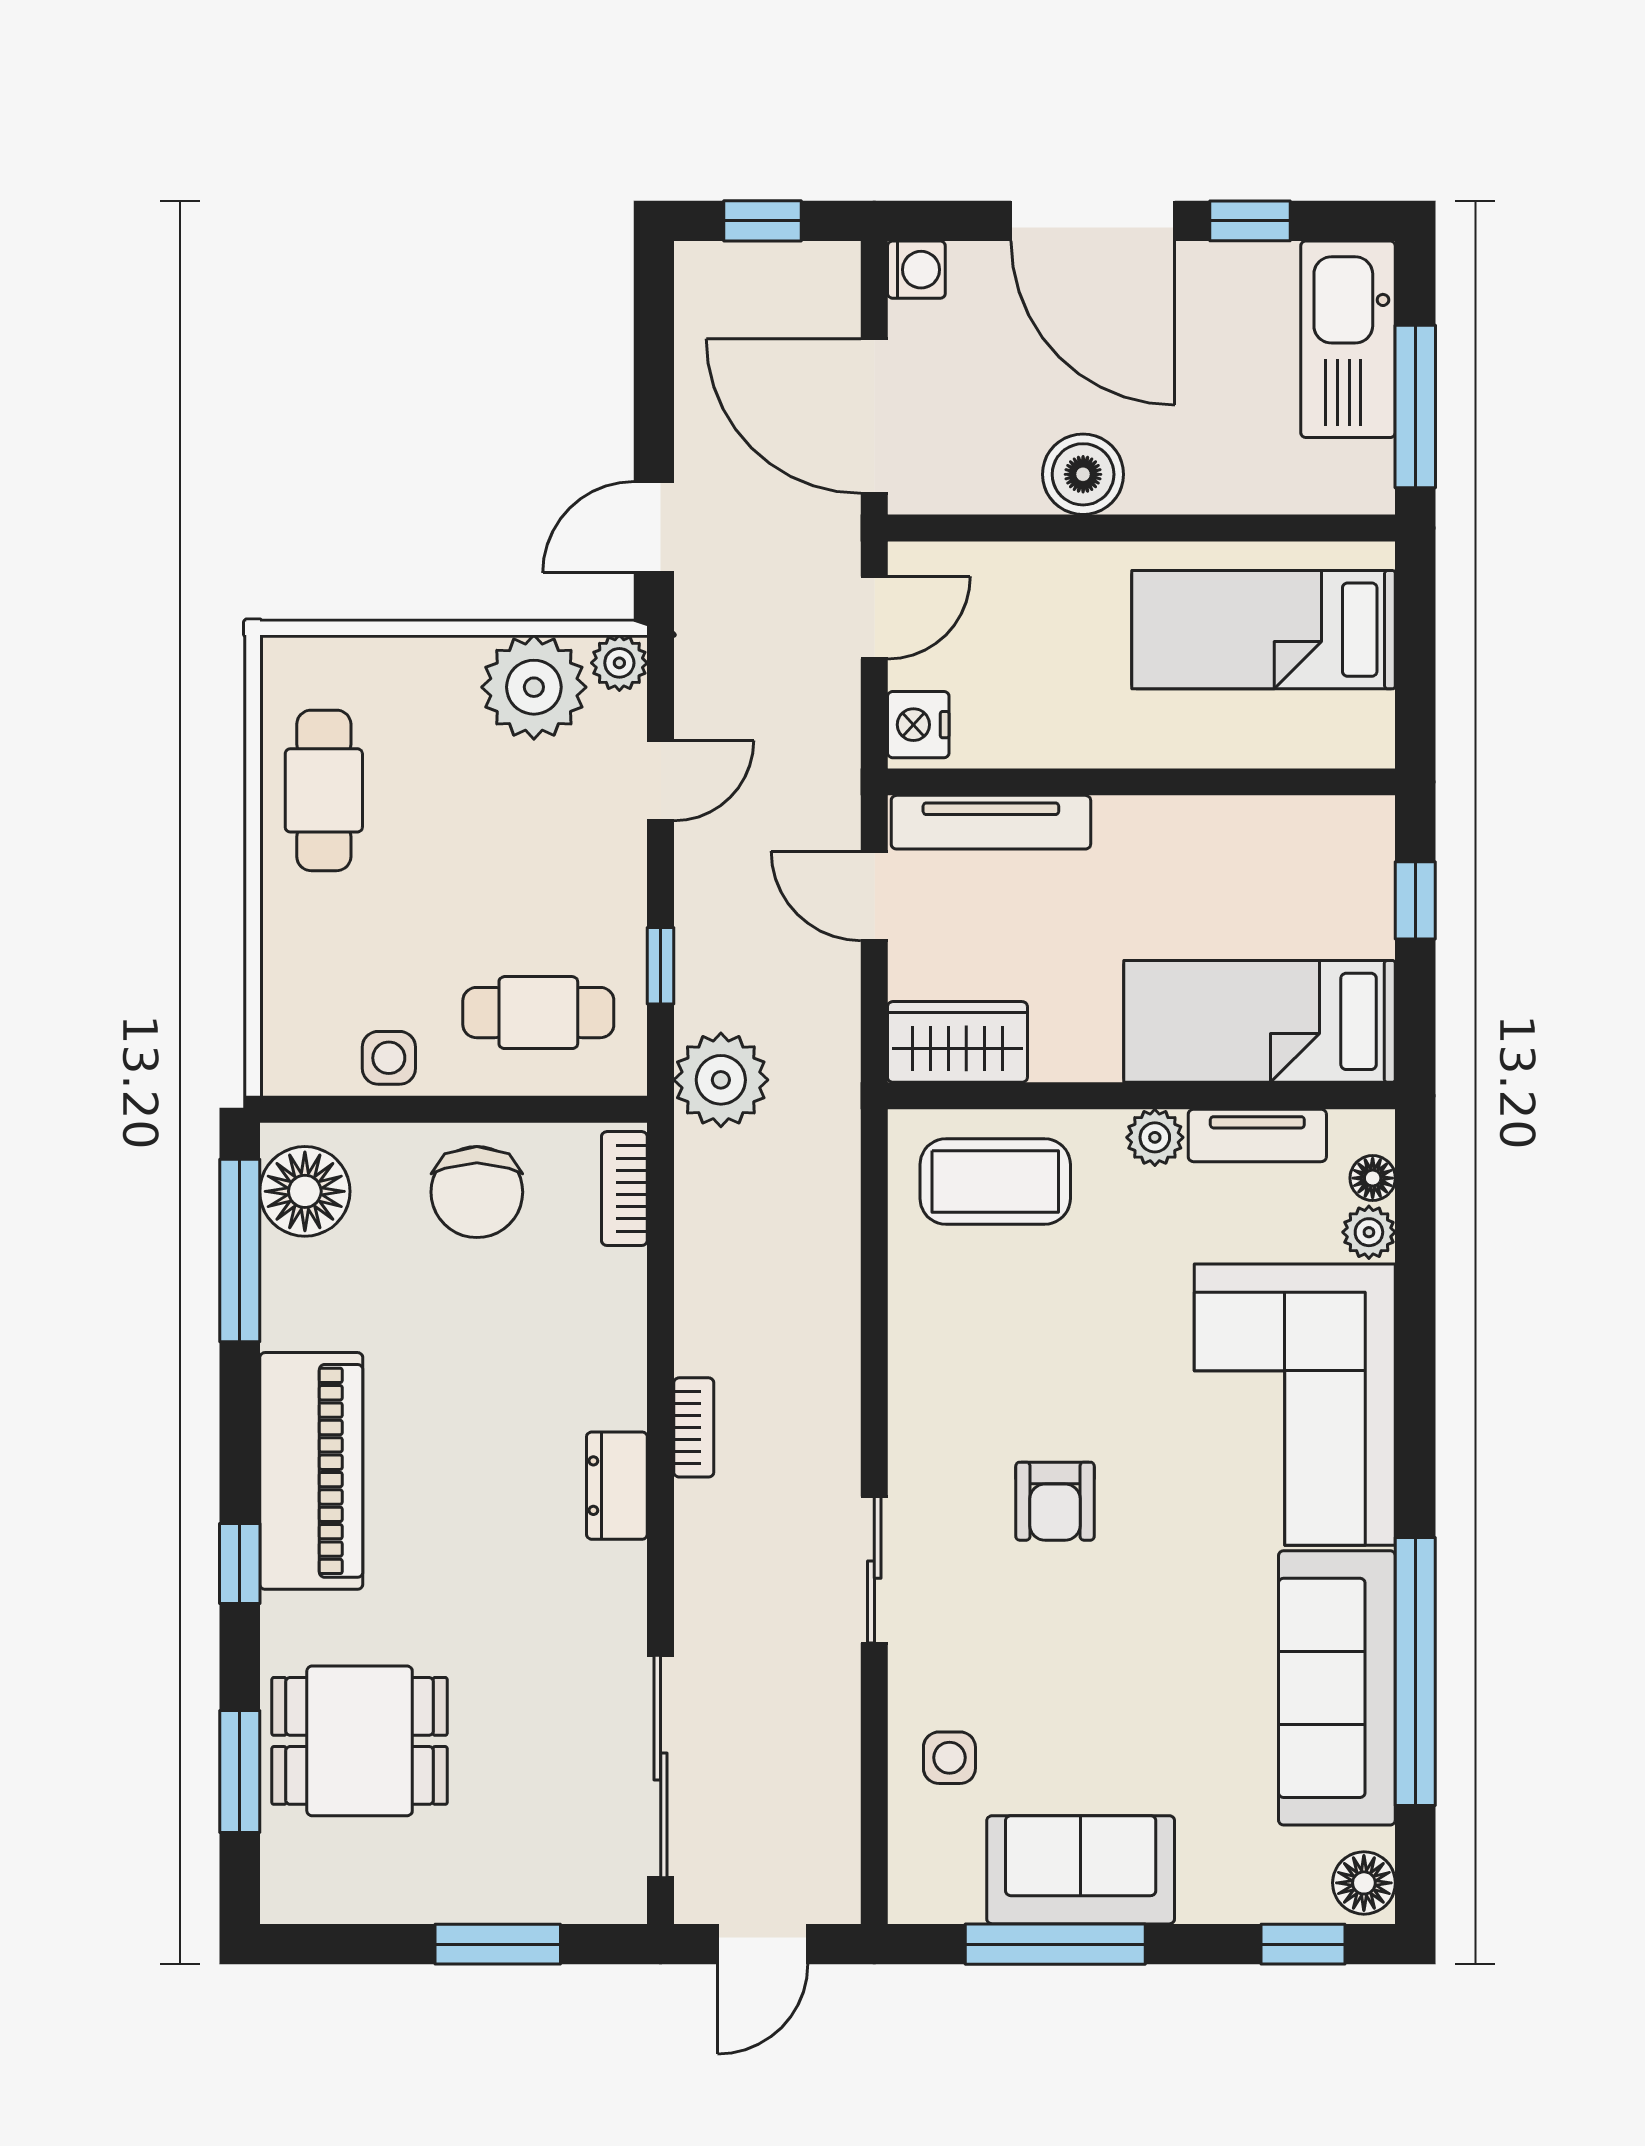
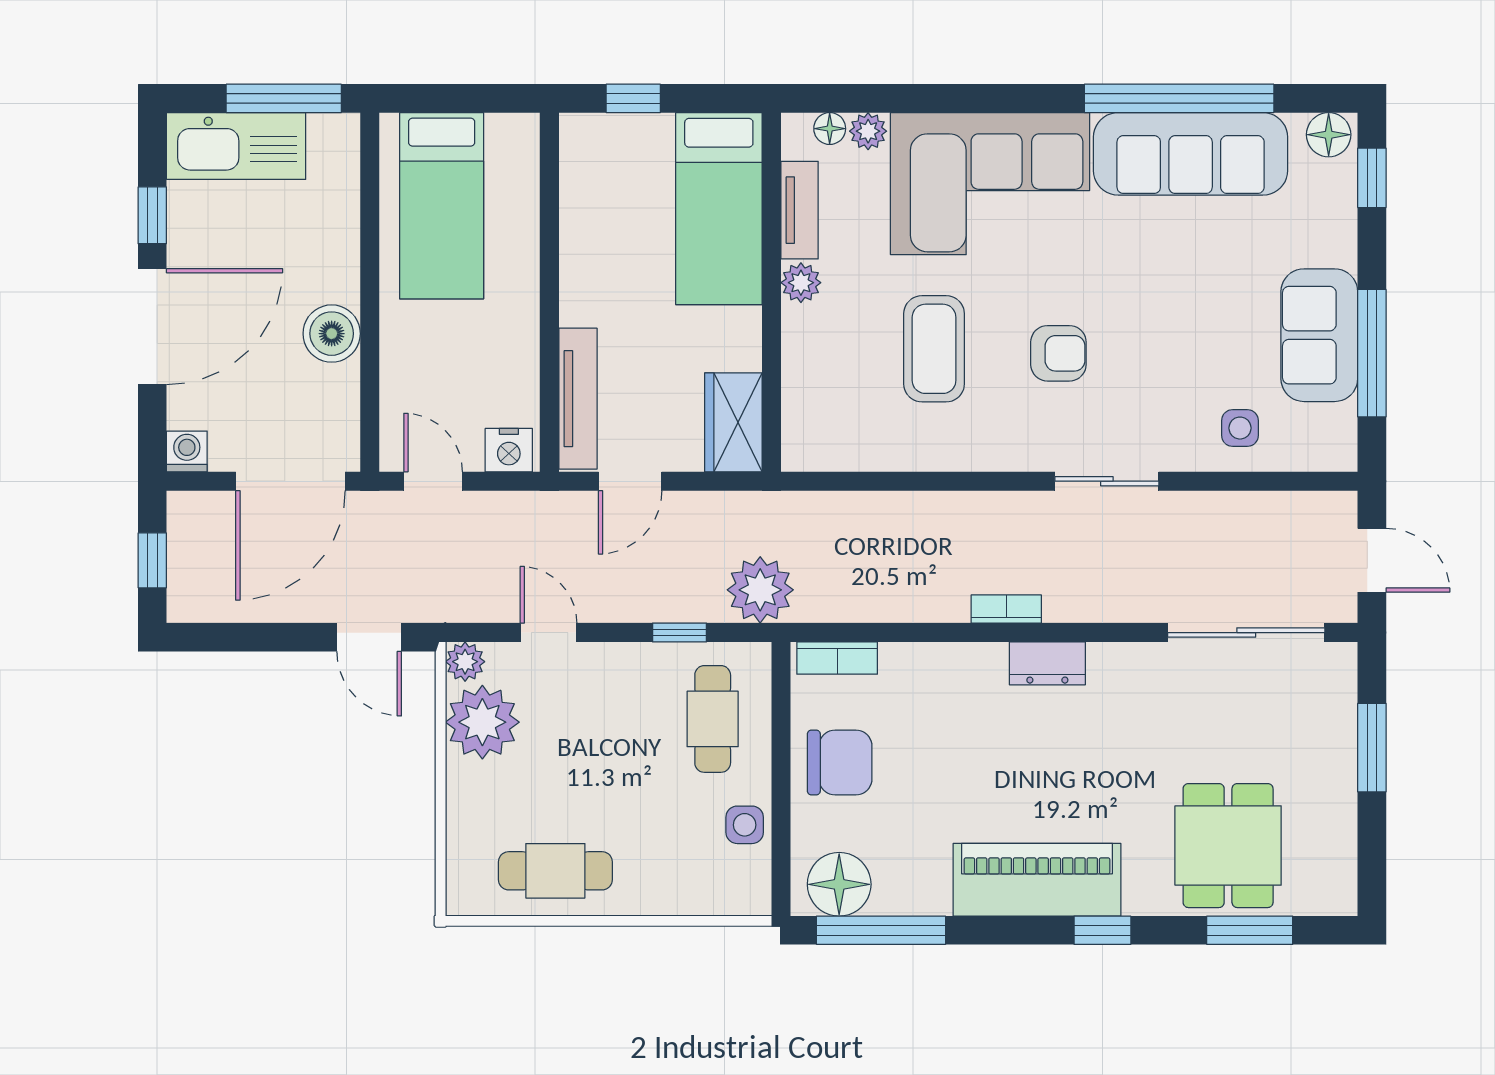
coffee table: (995, 1181) -> (934, 349), moved

